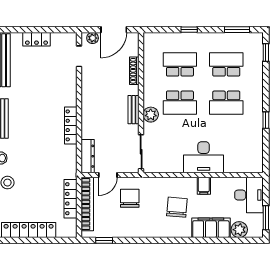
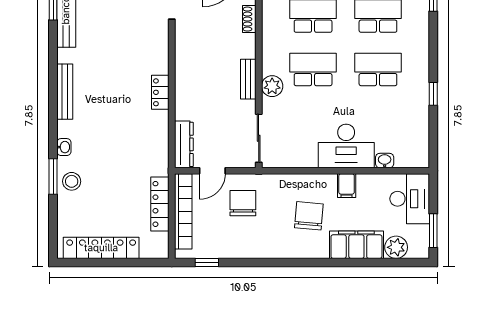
shoe rack: (134, 71) -> (249, 19), width x0.70
school desk: (180, 103) -> (313, 69), turned 180
school desk: (226, 103) -> (378, 69), turned 180
locker: (71, 125) -> (160, 92), width x0.66
washbasin: (231, 168) -> (385, 161), added

